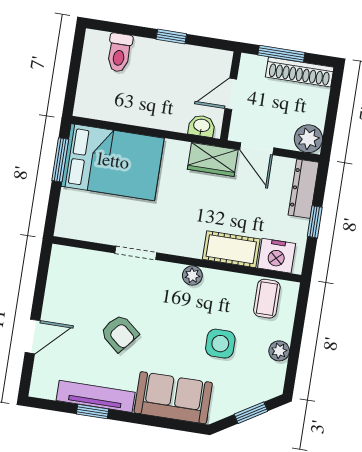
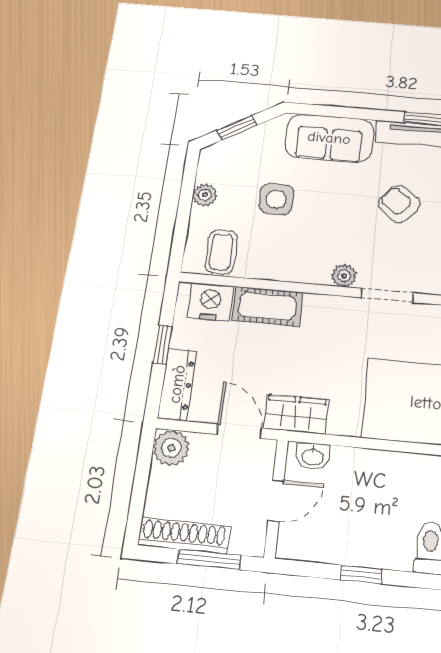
plant: (192, 275) -> (344, 276), moved

